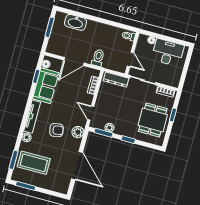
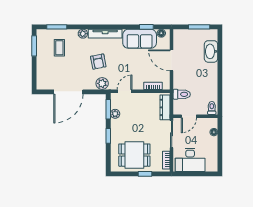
desk: (168, 52) -> (190, 160), moved, turned 90
toilet: (98, 58) -> (182, 94), moved
coffee table: (34, 163) -> (59, 48), width x0.54, depth x0.58

